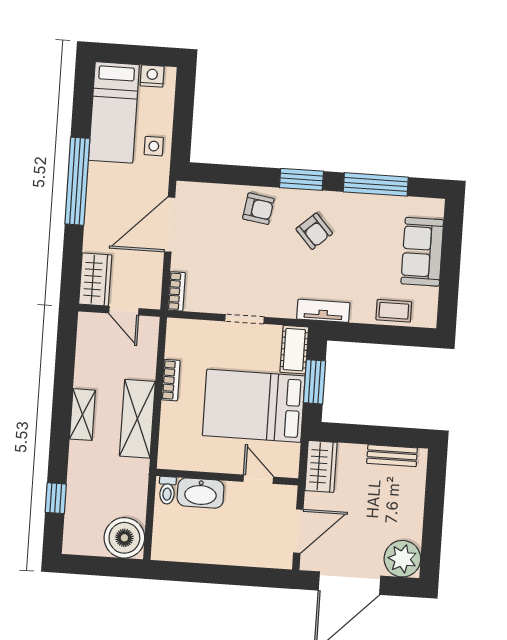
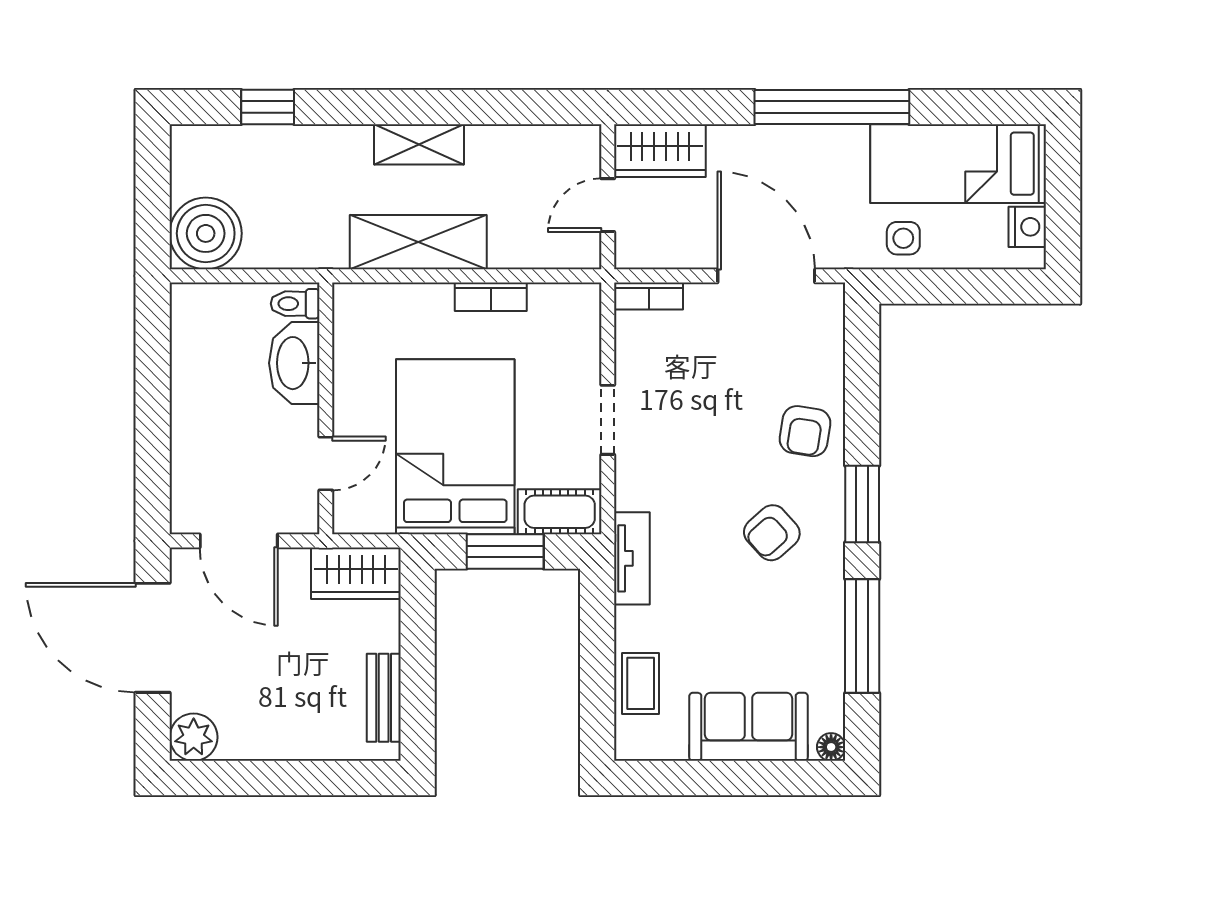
floor lamp: (437, 206) -> (831, 747), added
plant: (402, 559) -> (194, 737), width x0.73, depth x0.73

